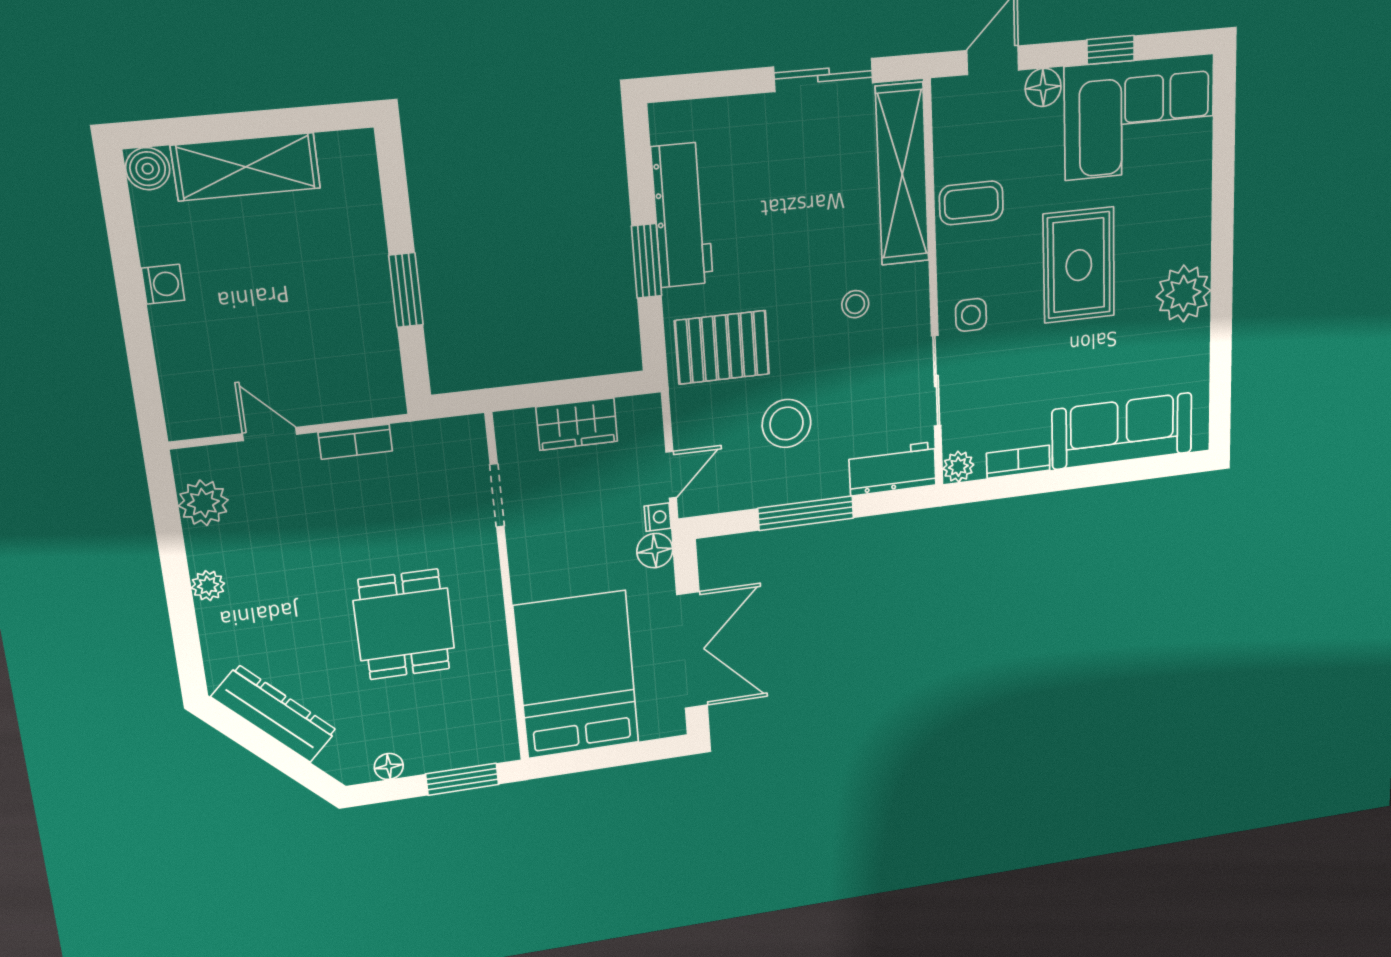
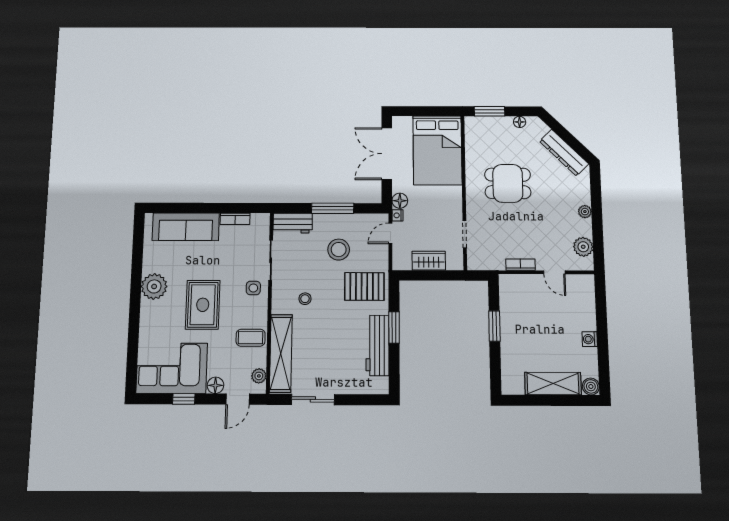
plant: (958, 467) -> (259, 376), moved
dining table: (404, 624) -> (508, 183), turned 90

